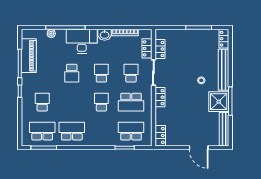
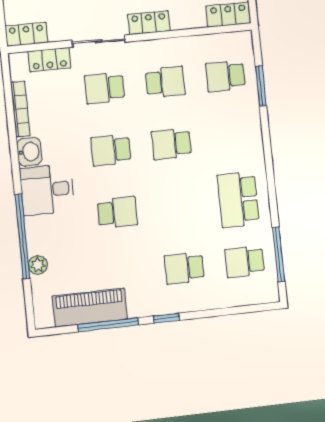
desk: (82, 41) -> (47, 190), width x0.73
locker: (160, 49) -> (27, 34), moved
school desk: (131, 102) -> (165, 82), width x0.54
school desk: (42, 131) -> (245, 262), width x0.54
school desk: (131, 131) -> (225, 76), width x0.54

